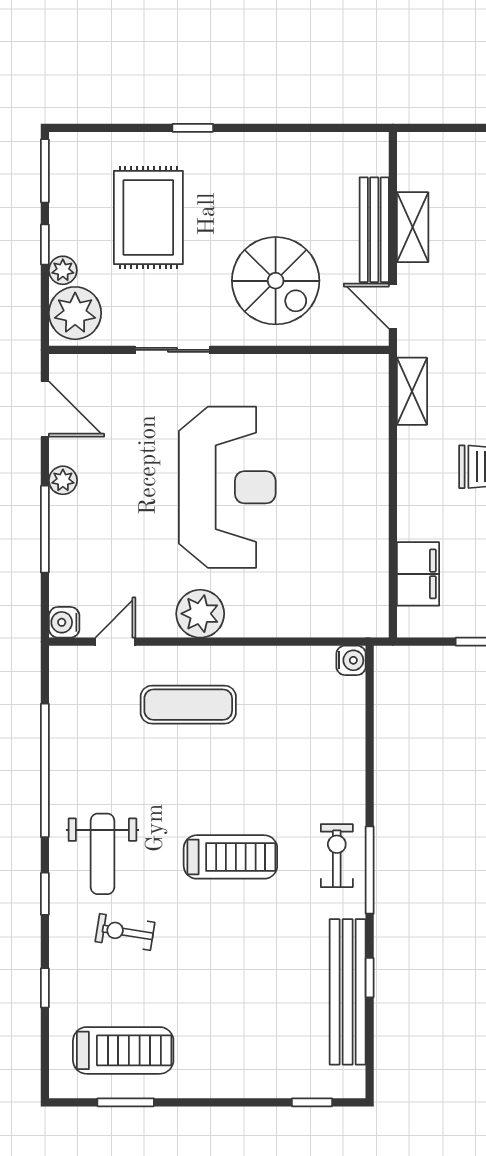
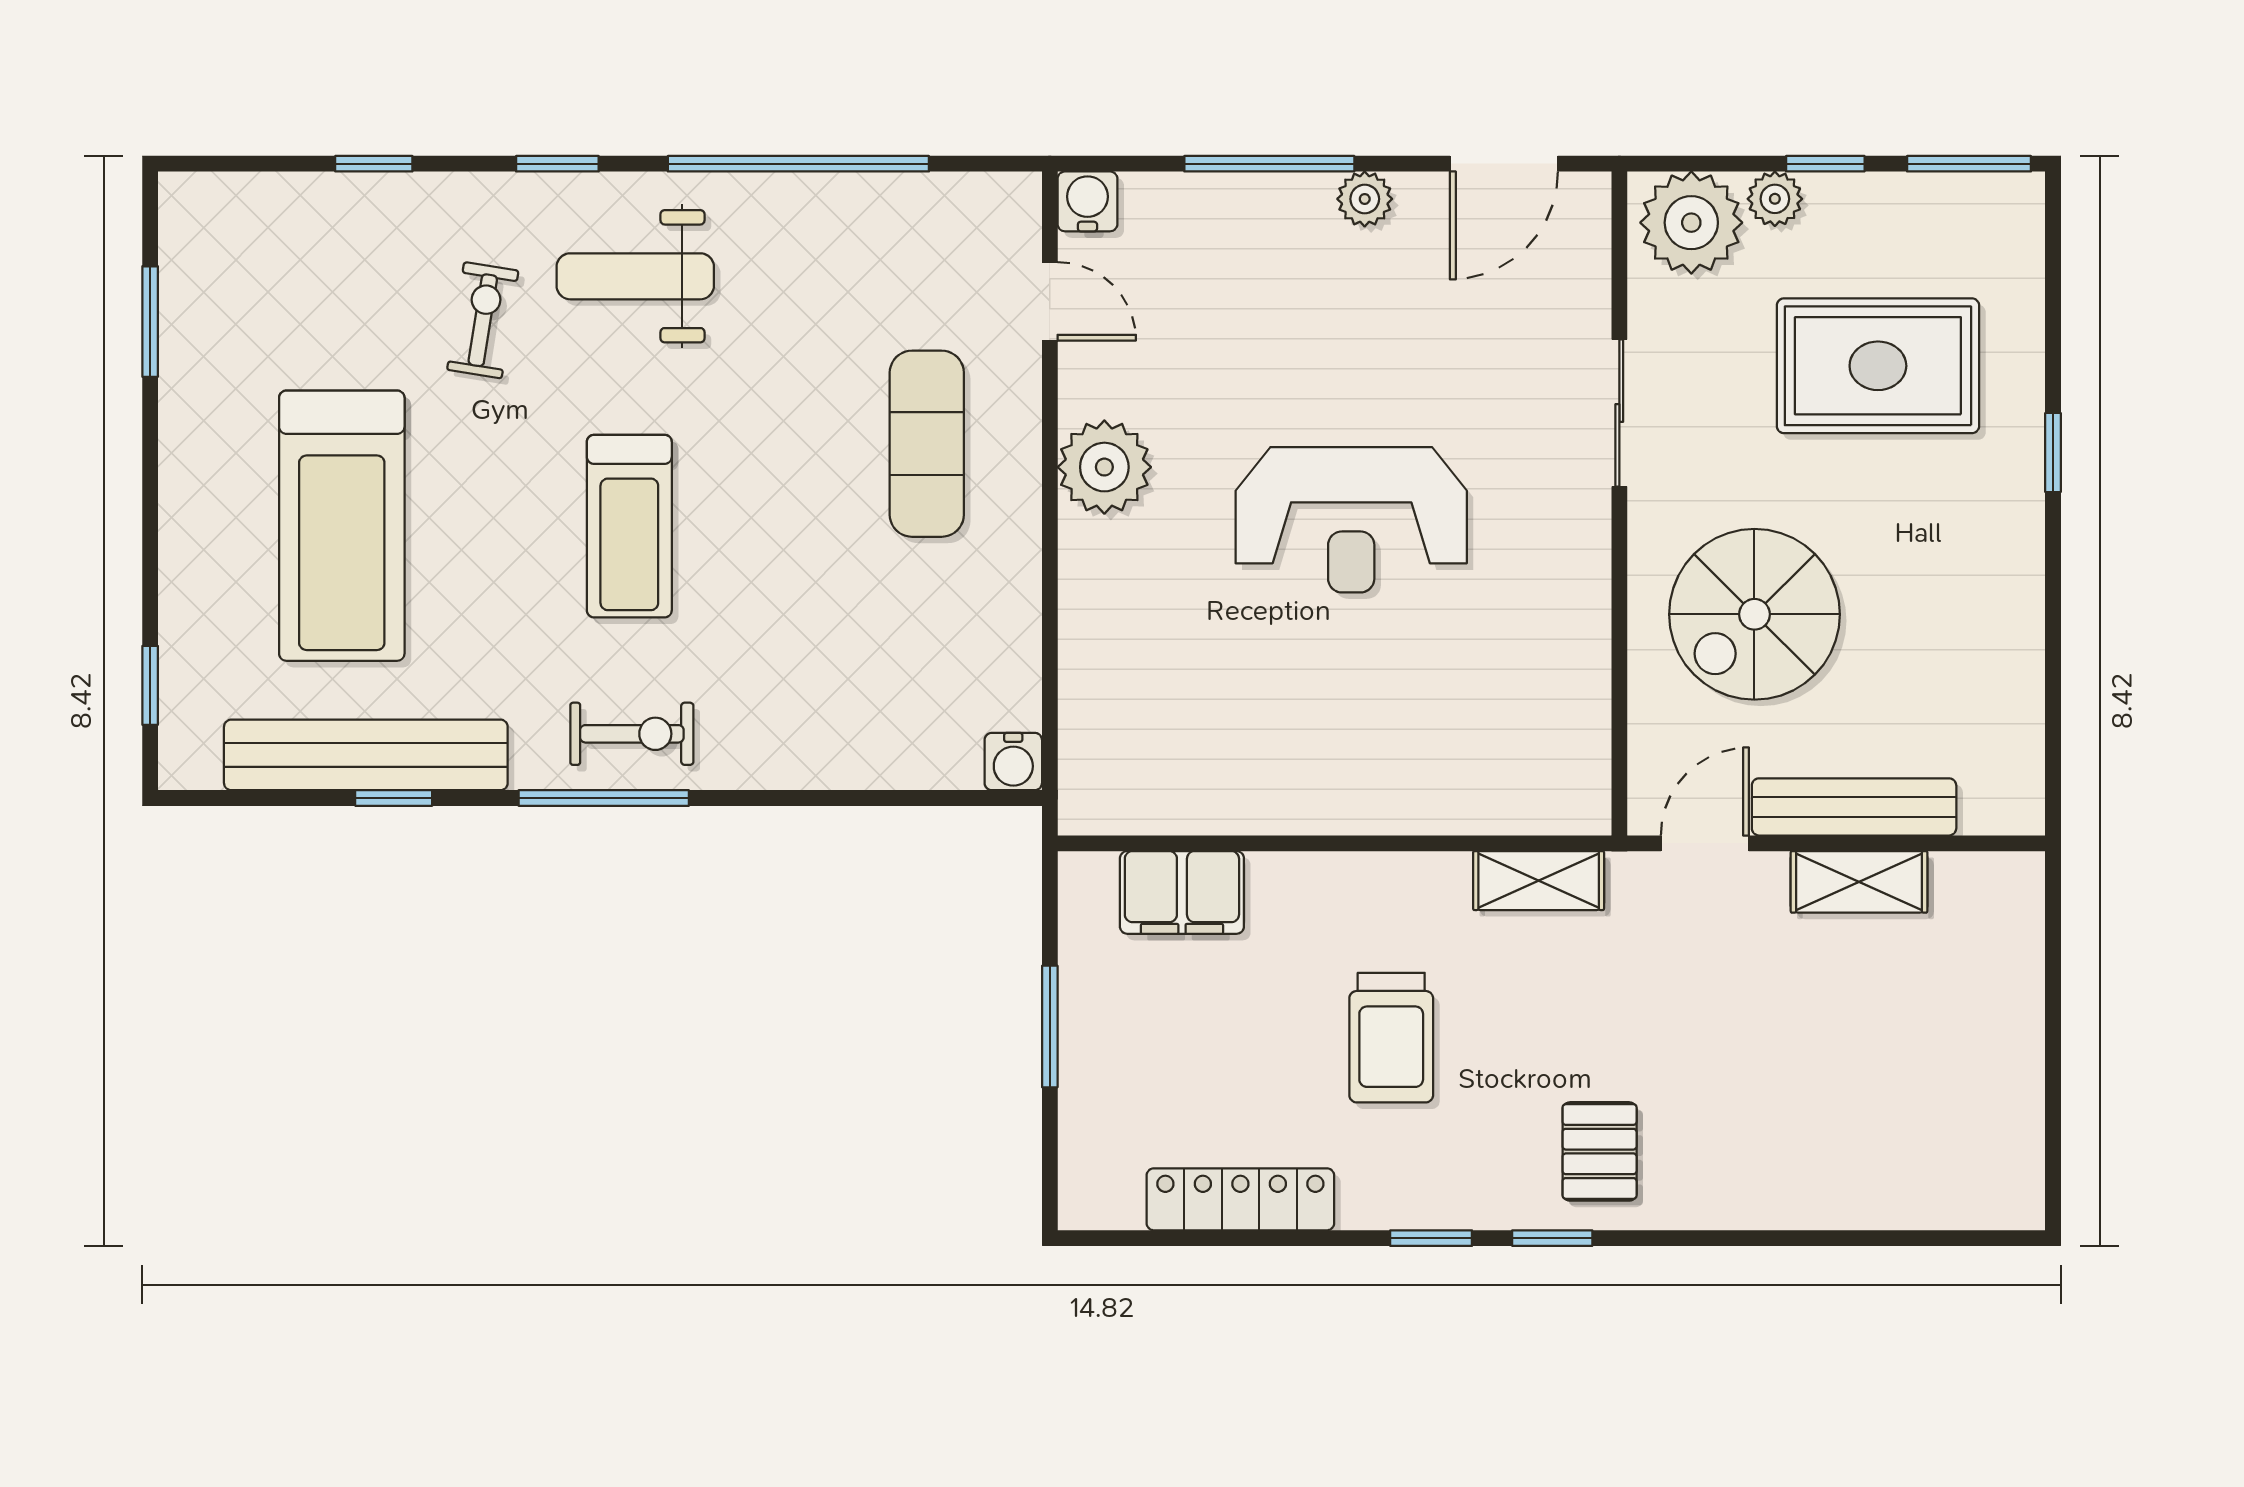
reception desk: (227, 487) -> (1351, 520), width x0.74, depth x0.77
treadmill: (123, 1050) -> (342, 526), moved, width x1.37, depth x1.38

